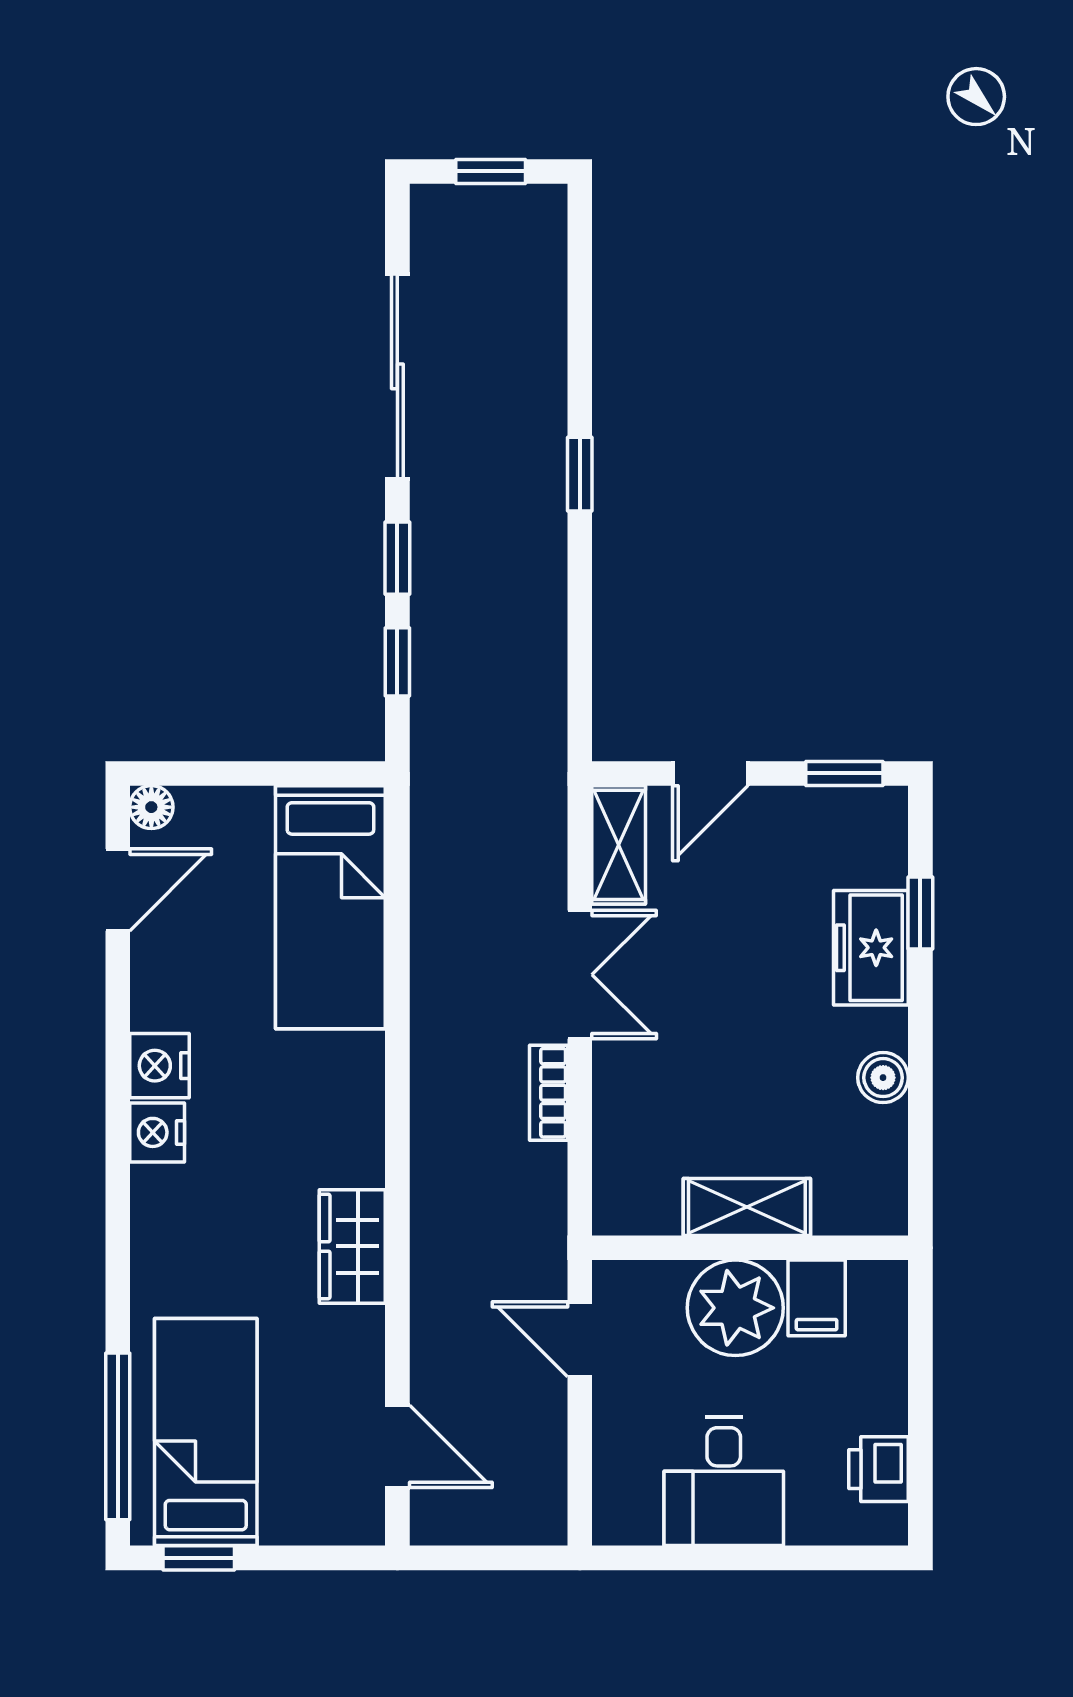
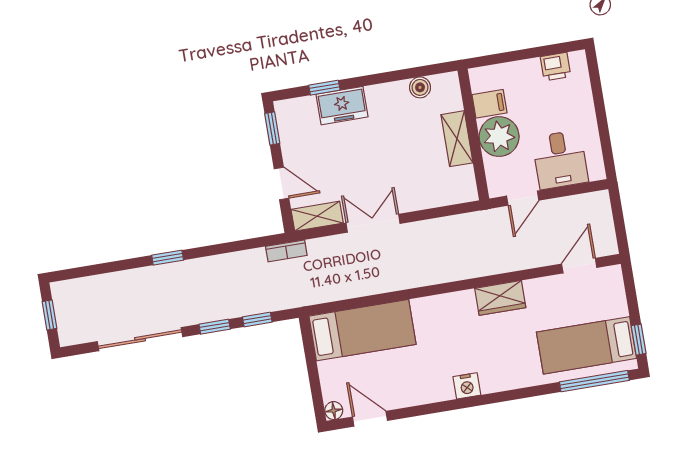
nightstand: (160, 1066) -> (439, 389), removed
boiler: (883, 1078) -> (420, 87), moved
bookcase: (549, 1093) -> (286, 251), moved
desk: (724, 1482) -> (560, 160), moved, turned 90

